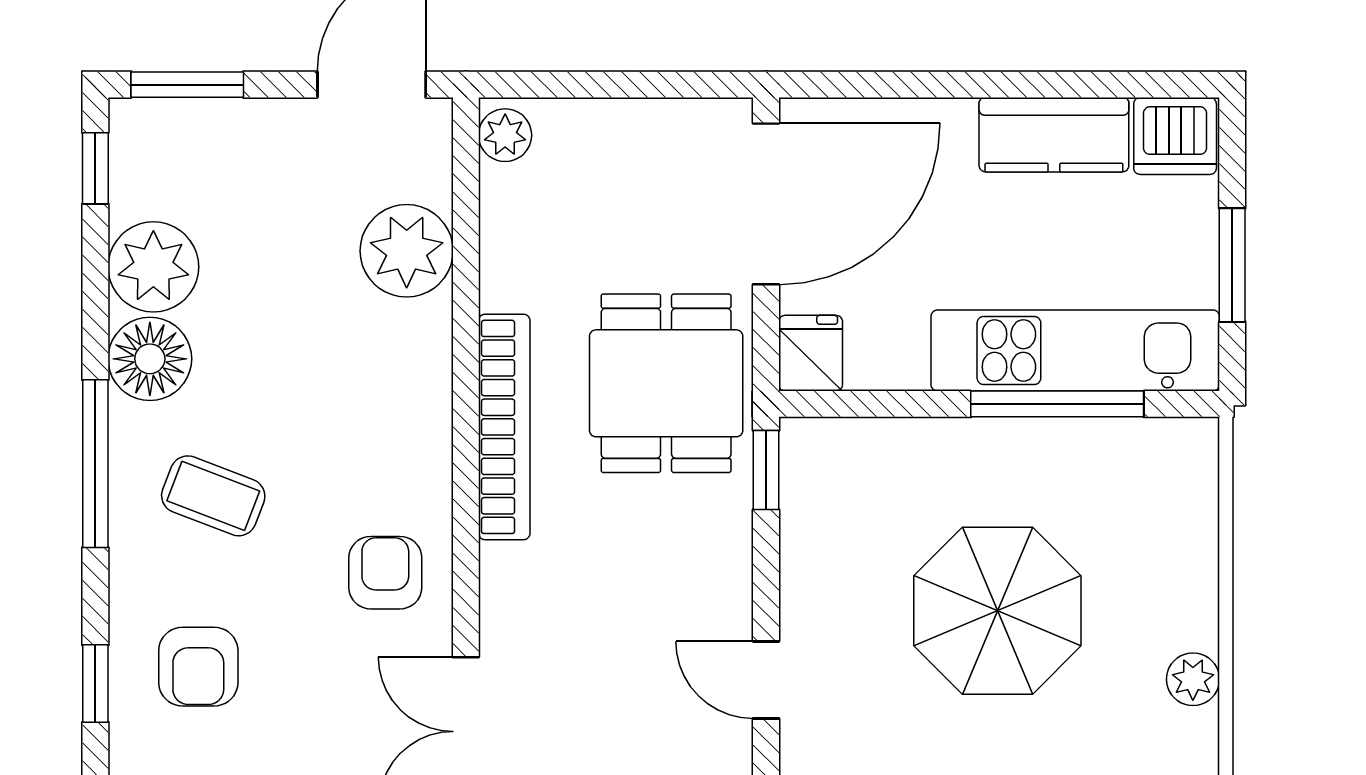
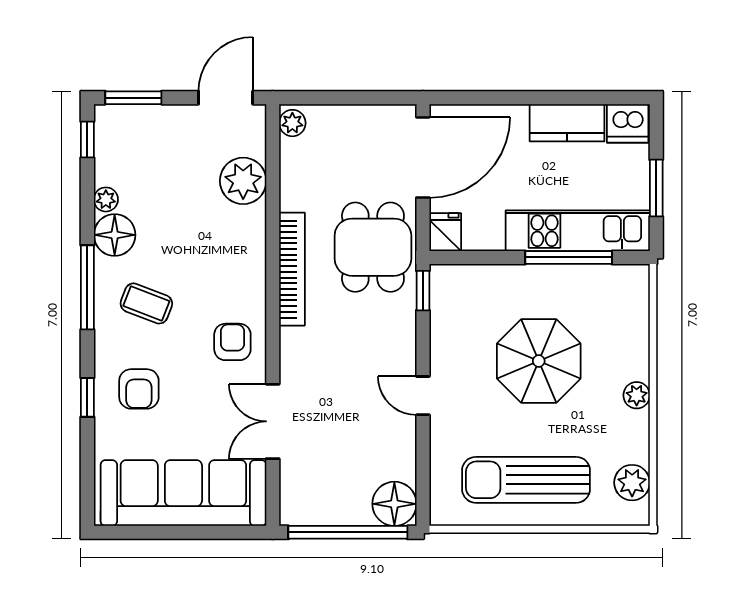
plant: (153, 267) -> (106, 199), width x0.53, depth x0.53

